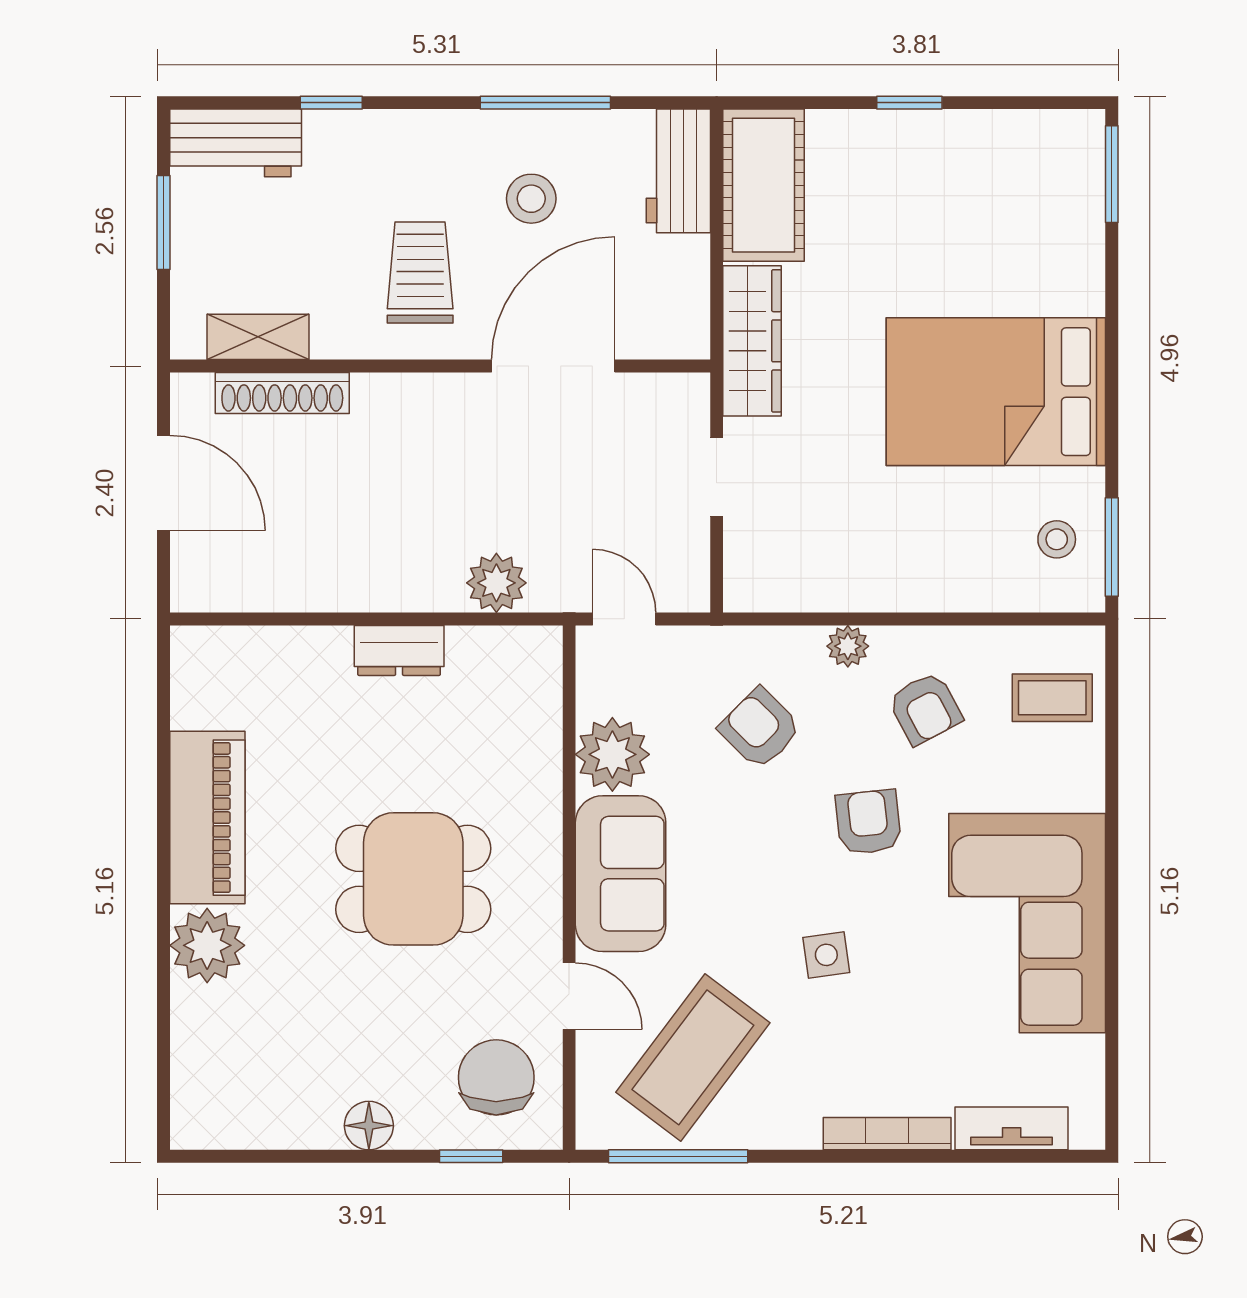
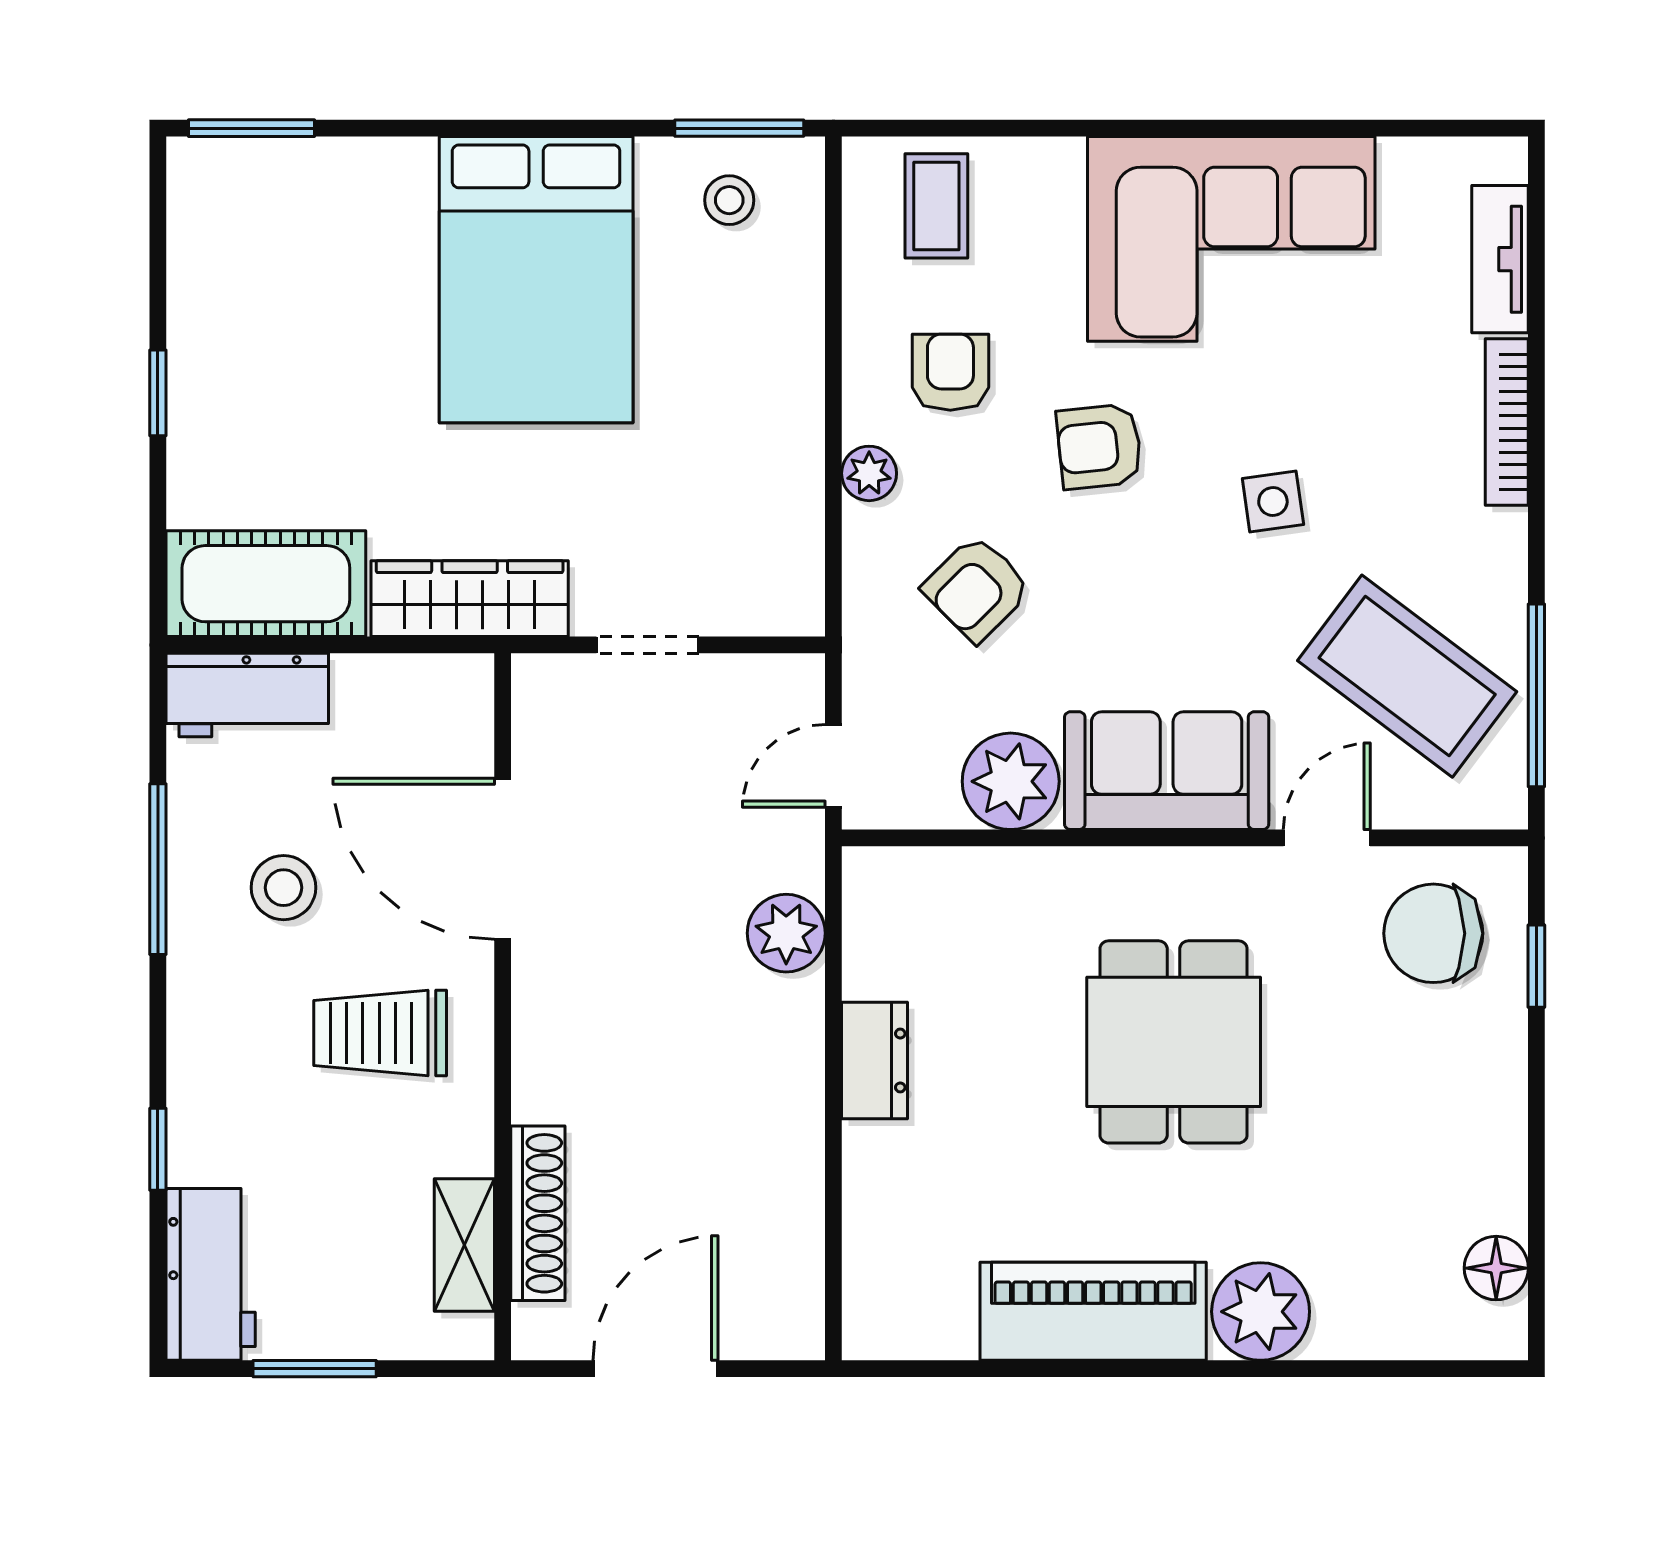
armchair: (925, 708) -> (950, 372), turned -62
floor lamp: (369, 1126) -> (1496, 1268), moved

